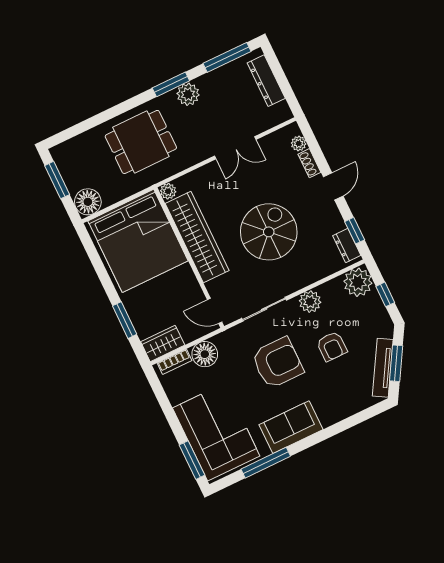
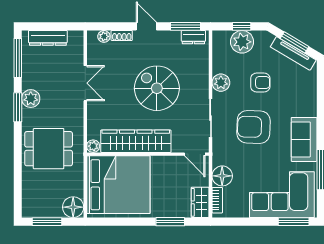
dining table: (141, 142) -> (49, 149), turned 90
window: (355, 231) -> (186, 26), width x1.50
plant: (358, 282) -> (242, 42), moved
door: (215, 311) -> (195, 154), hinge flipped
armchair: (278, 363) -> (253, 127), turned -88

